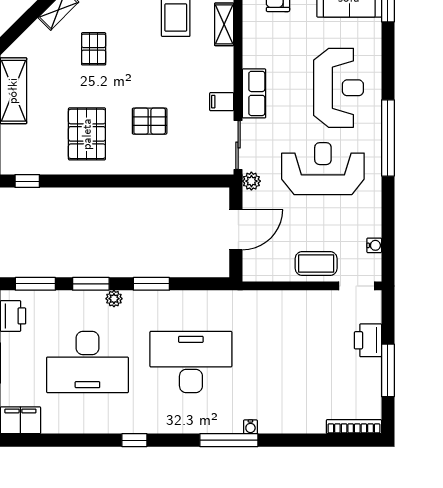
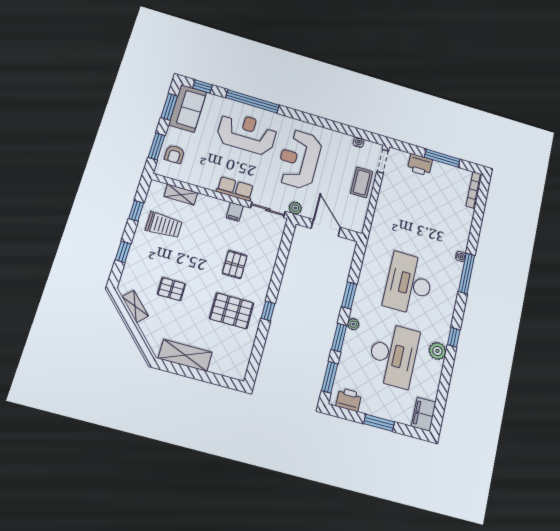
window: (388, 138) -> (252, 101), moved
window: (27, 181) -> (268, 311), moved
plant: (109, 421) -> (437, 351), added

